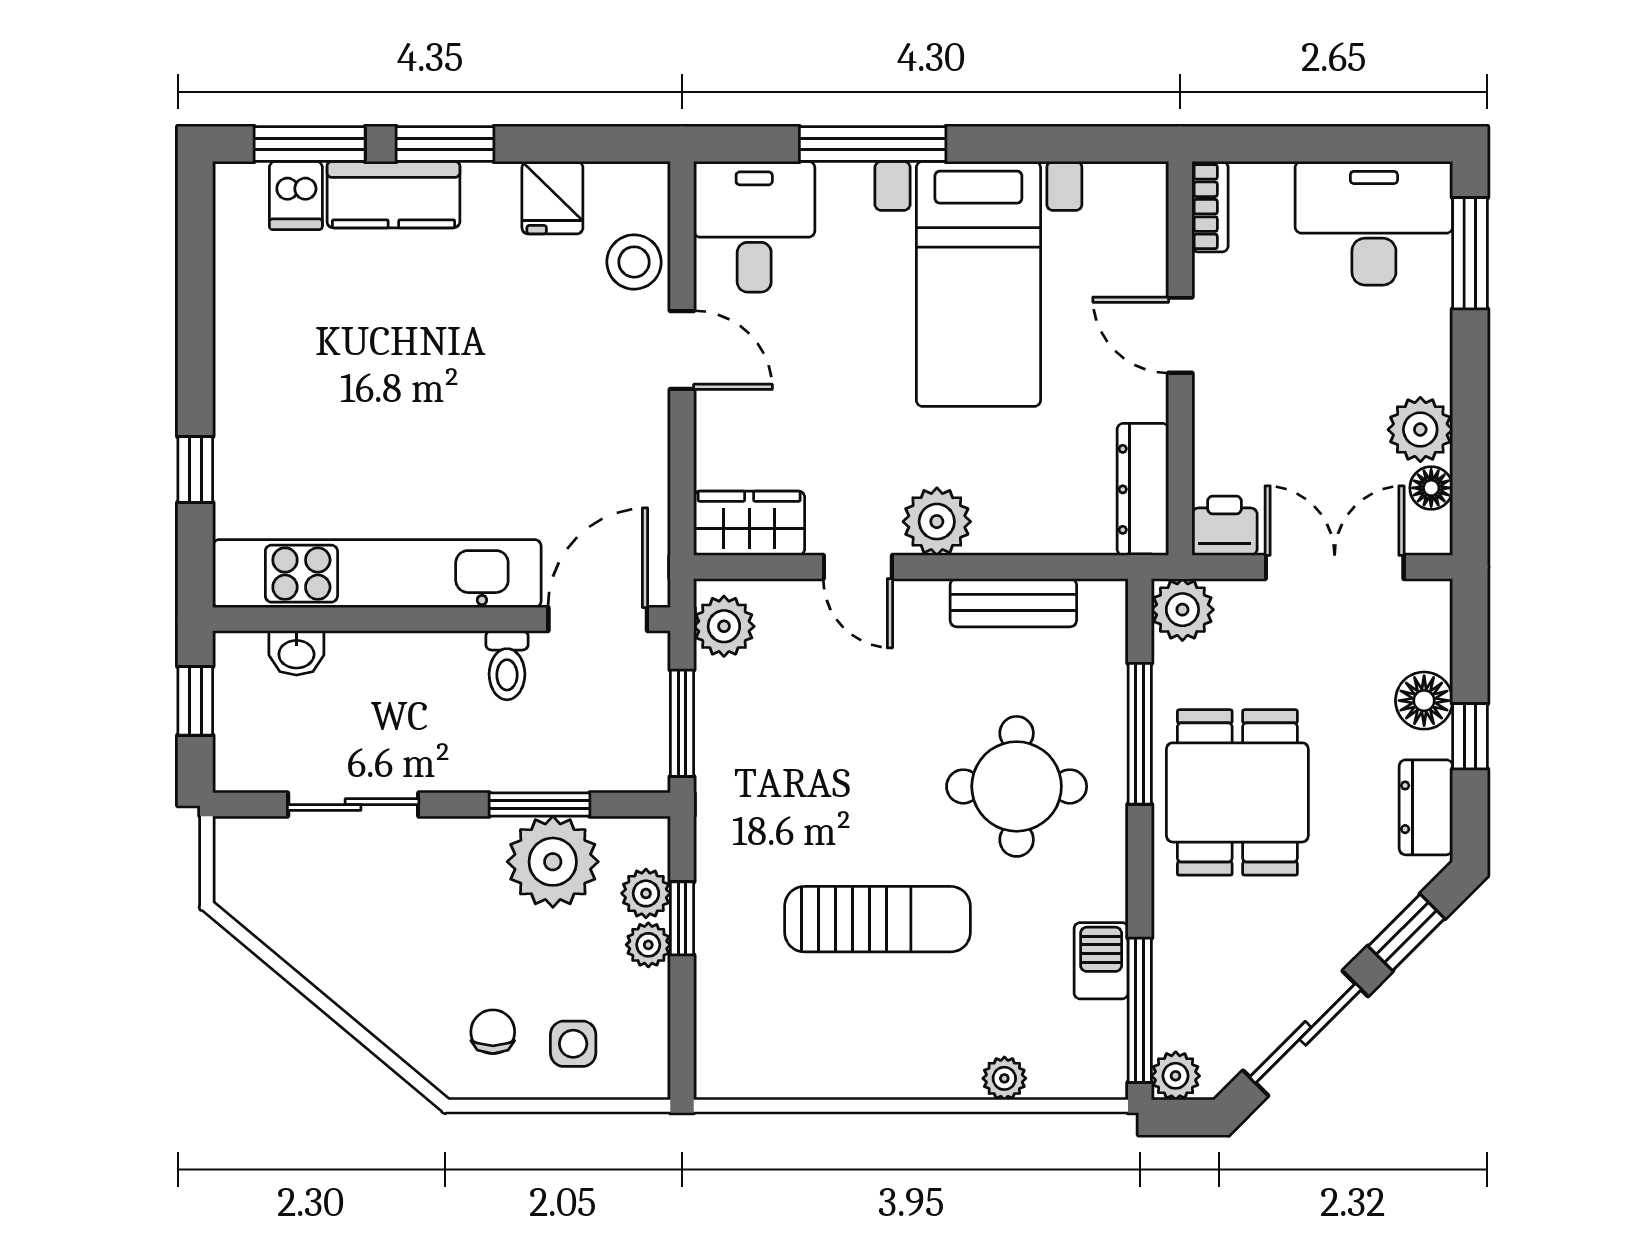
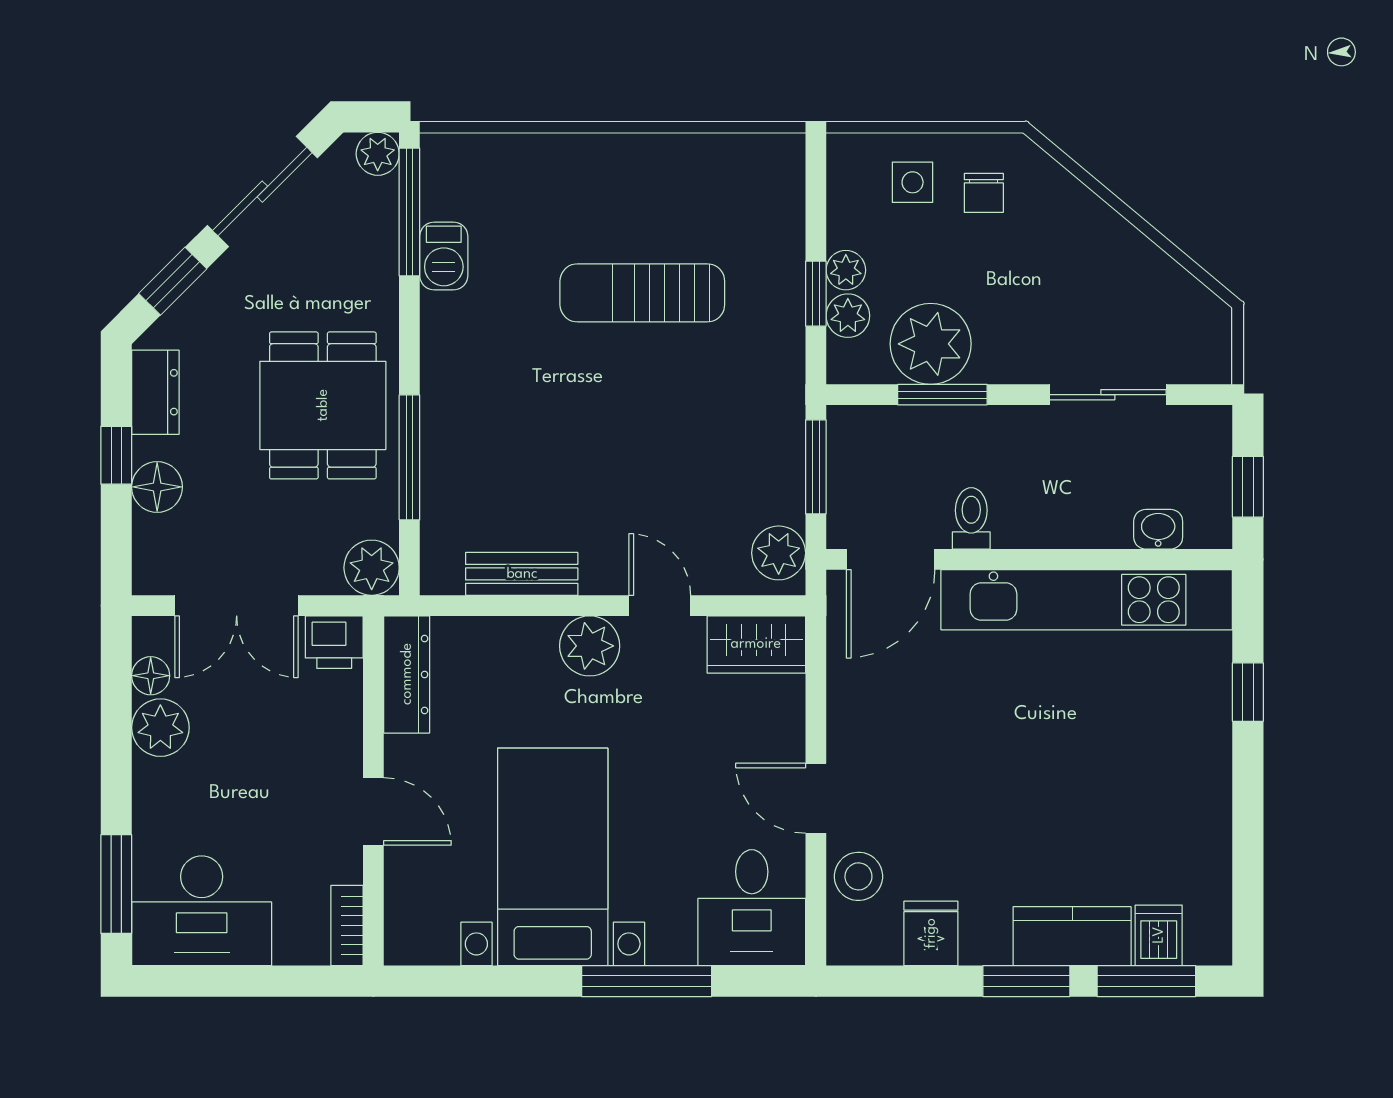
round table: (1017, 786) -> (519, 411), removed
plant: (1004, 1078) -> (530, 152), removed

